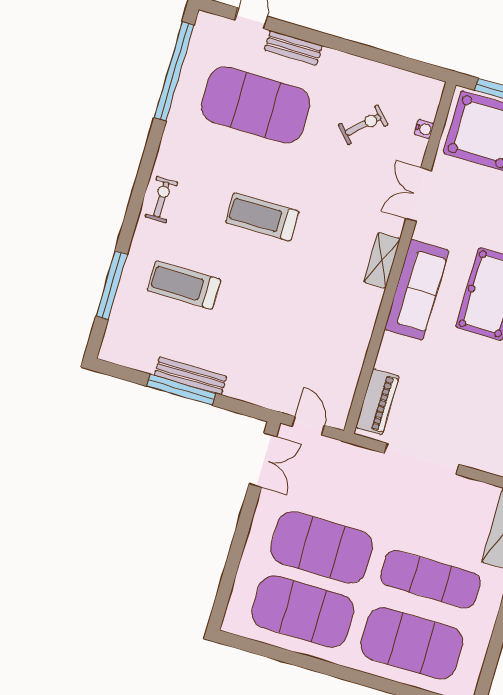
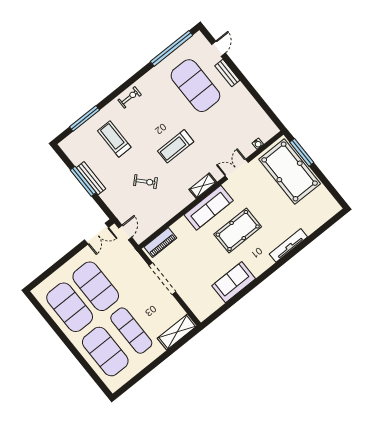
exercise bike: (363, 125) -> (145, 182), moved
treadmill: (262, 217) -> (176, 146), moved, turned -90

